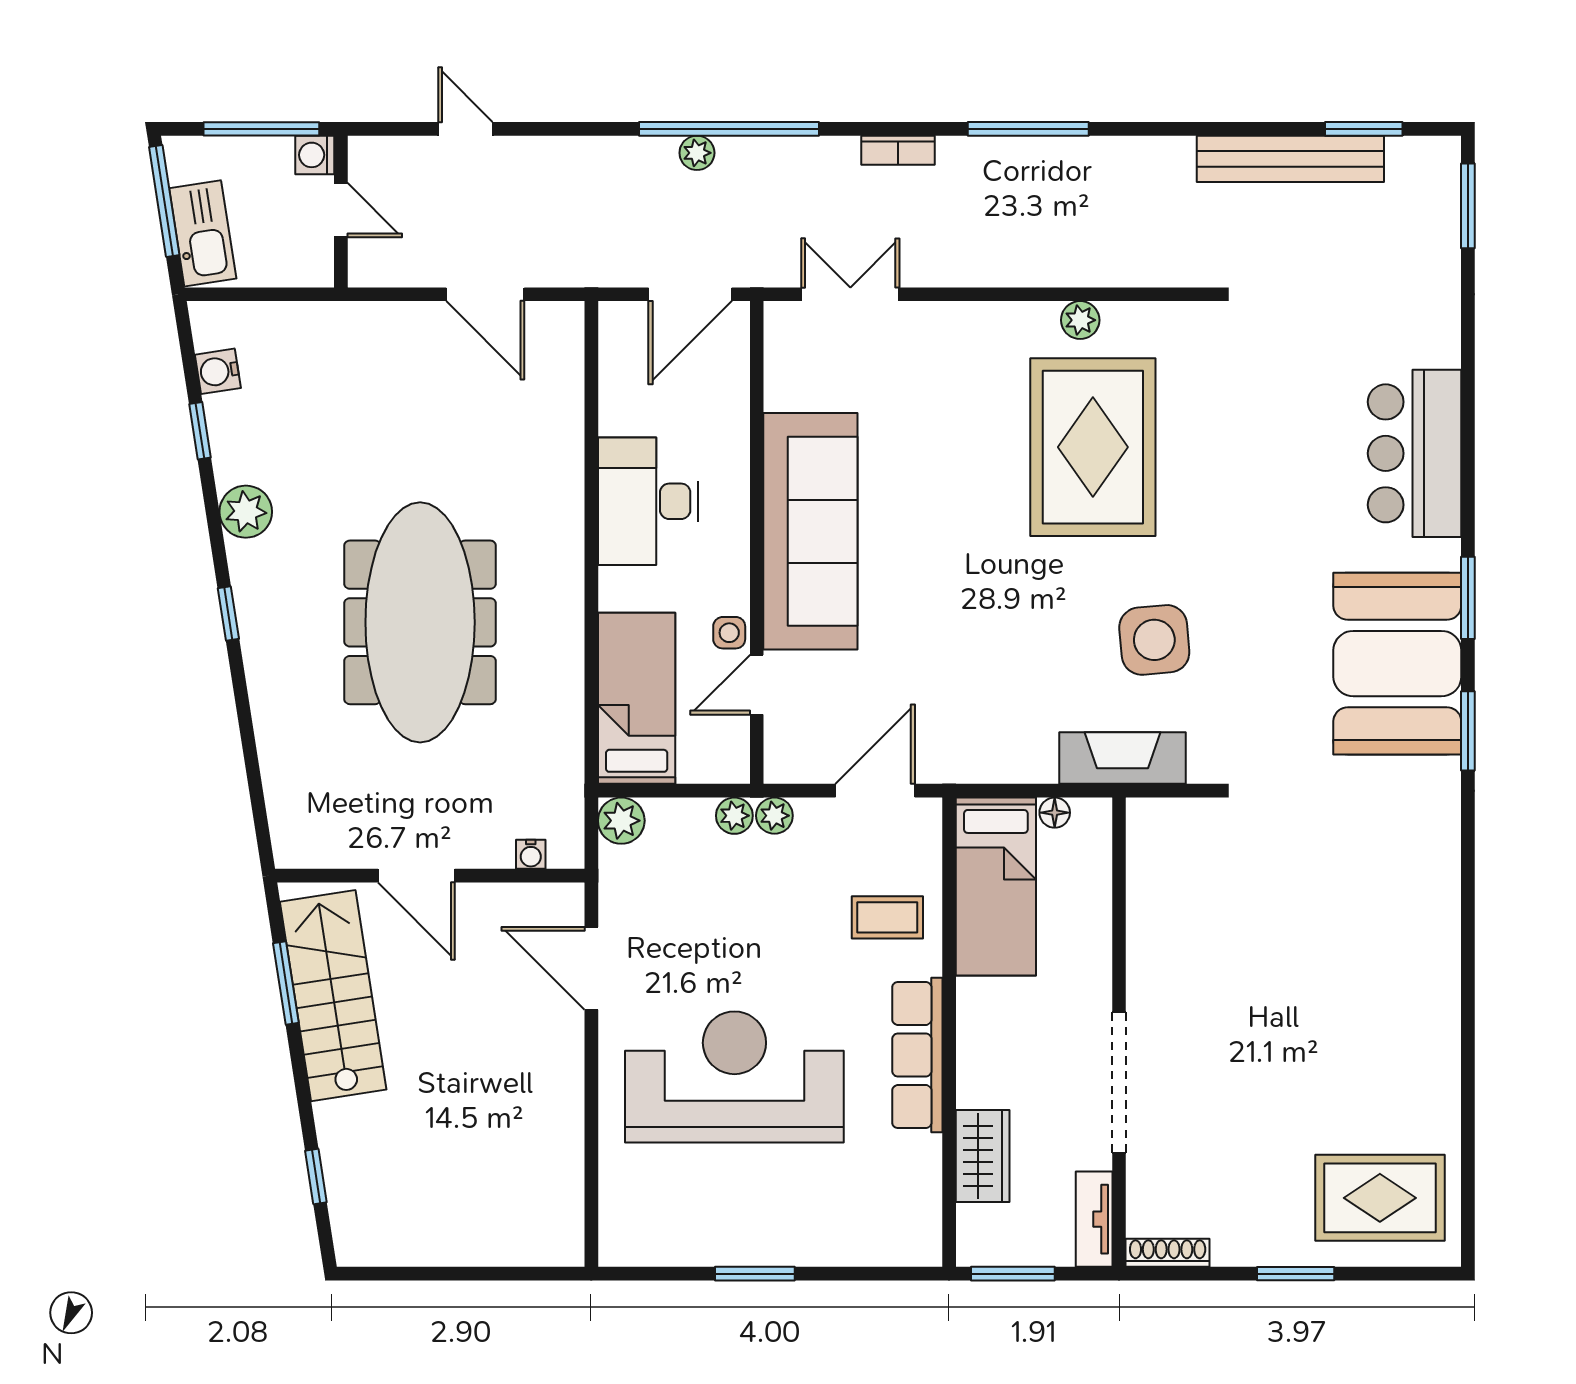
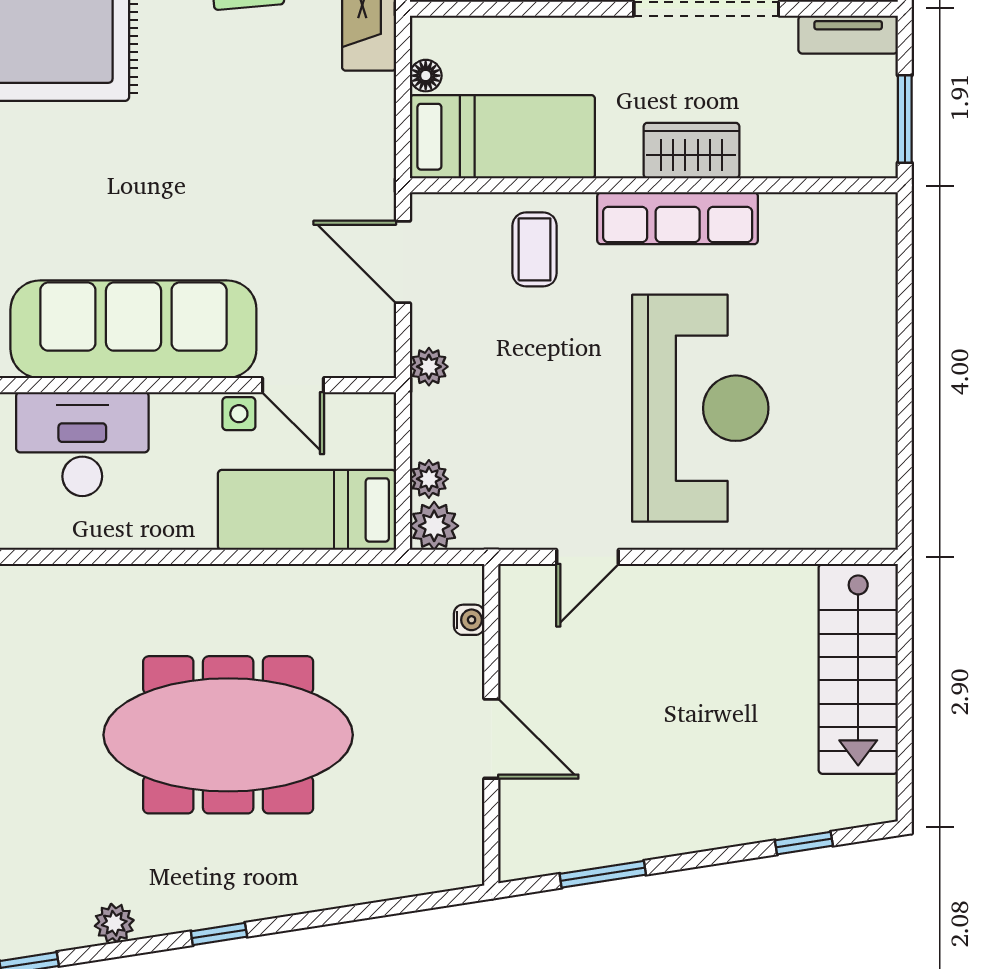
desk: (648, 501) -> (82, 444), moved, turned 180
plant: (246, 512) -> (114, 923), width x0.73, depth x0.73
plant: (734, 816) -> (429, 479), moved
door: (416, 876) -> (491, 739), hinge flipped
door: (591, 968) -> (588, 557), width x0.73
stairs: (333, 996) -> (858, 669), moved, turned -81
reception desk: (734, 1077) -> (700, 408), turned 180
wardrobe: (983, 1156) -> (691, 151), moved
window: (755, 1274) -> (905, 387), removed

